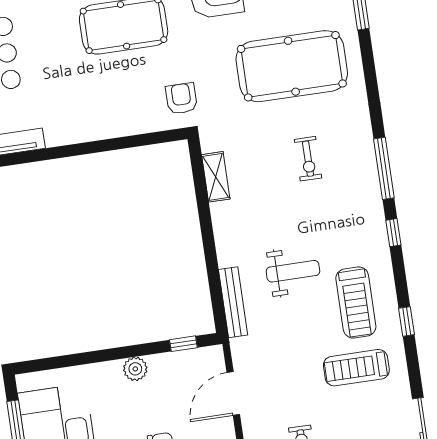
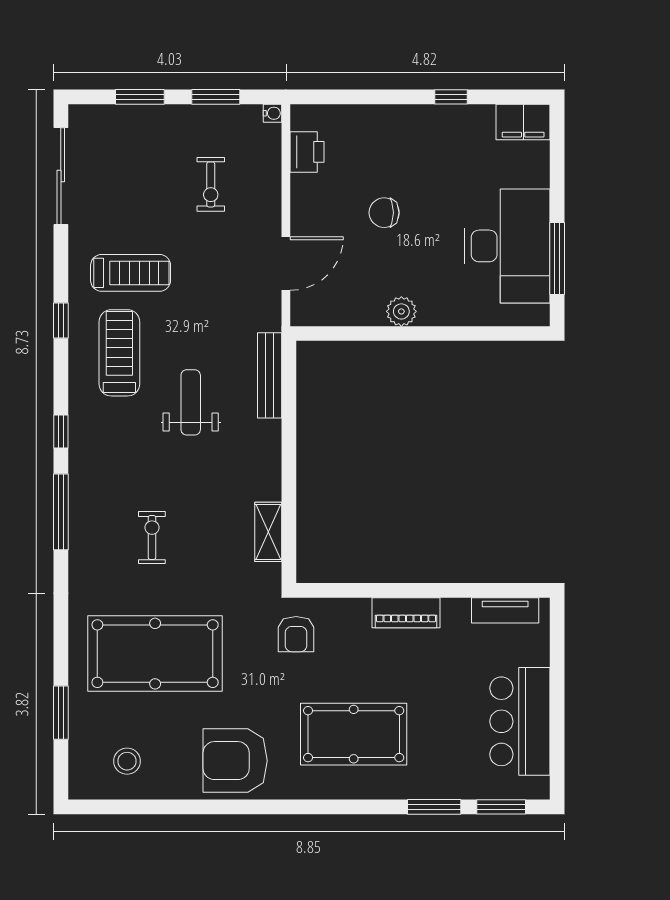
piano: (96, 128) -> (406, 613), added
weight bench: (293, 271) -> (191, 402), turned 90
window: (183, 344) -> (338, 334), removed

